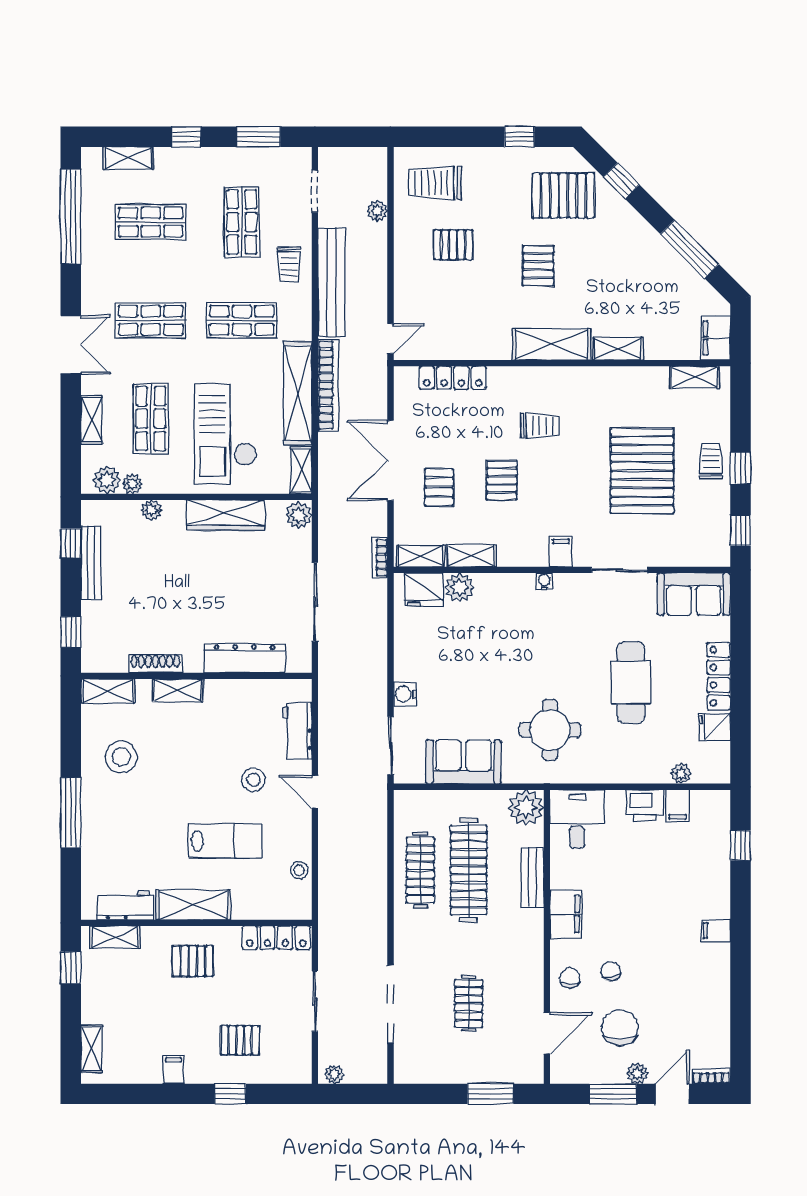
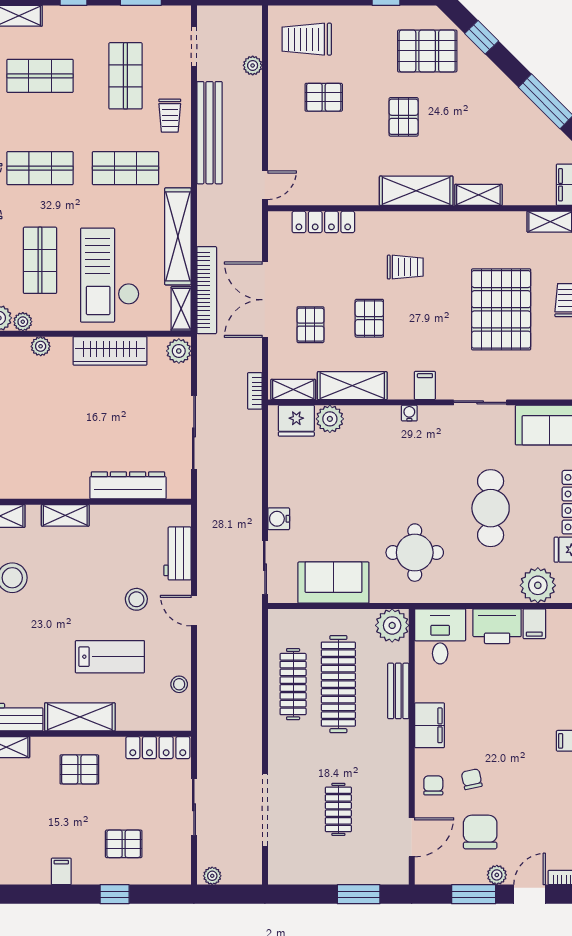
bookcase: (328, 385) -> (207, 290), moved
shelving: (471, 556) -> (352, 386), width x1.50, depth x1.33
shoe rack: (155, 664) -> (44, 490), removed
plant: (681, 774) -> (538, 585), width x1.87, depth x1.87
printer: (645, 805) -> (497, 626), width x1.37, depth x1.19

